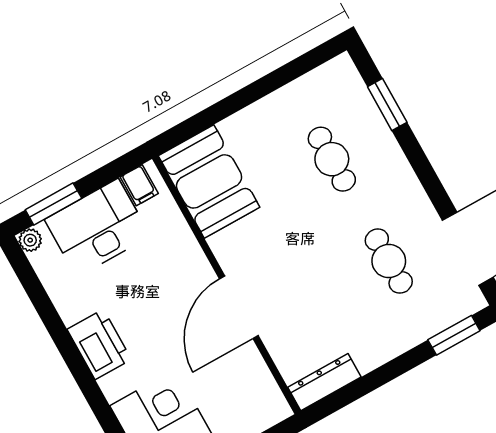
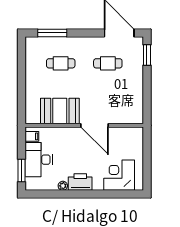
window: (387, 104) -> (52, 33), width x1.44
booth: (209, 181) -> (60, 111), moved
plant: (30, 240) -> (63, 186), moved
dresser: (324, 382) -> (138, 110), removed

